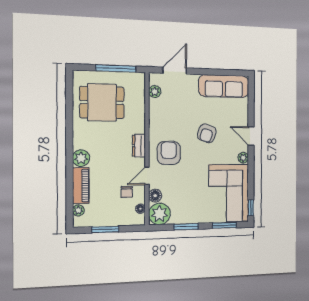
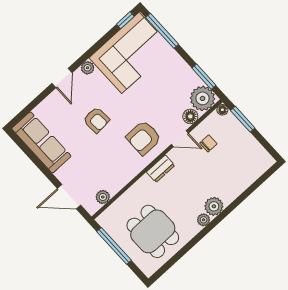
armchair: (207, 133) -> (96, 120), turned 67
piano: (81, 186) -> (237, 186), removed
floor lamp: (140, 209) -> (222, 110), moved
plant: (78, 210) -> (204, 220), moved
window: (224, 225) -> (162, 31), width x1.44
window: (186, 227) -> (204, 77), moved
window: (105, 229) -> (243, 119), moved

